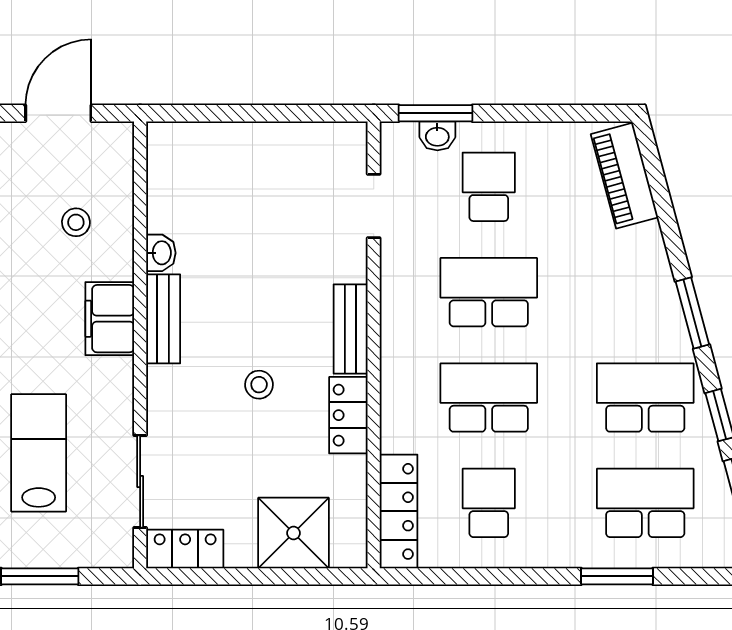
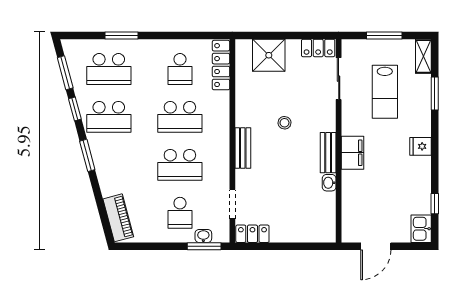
stool: (76, 222) -> (368, 197), removed
locker: (348, 415) -> (252, 234), moved, turned -90

